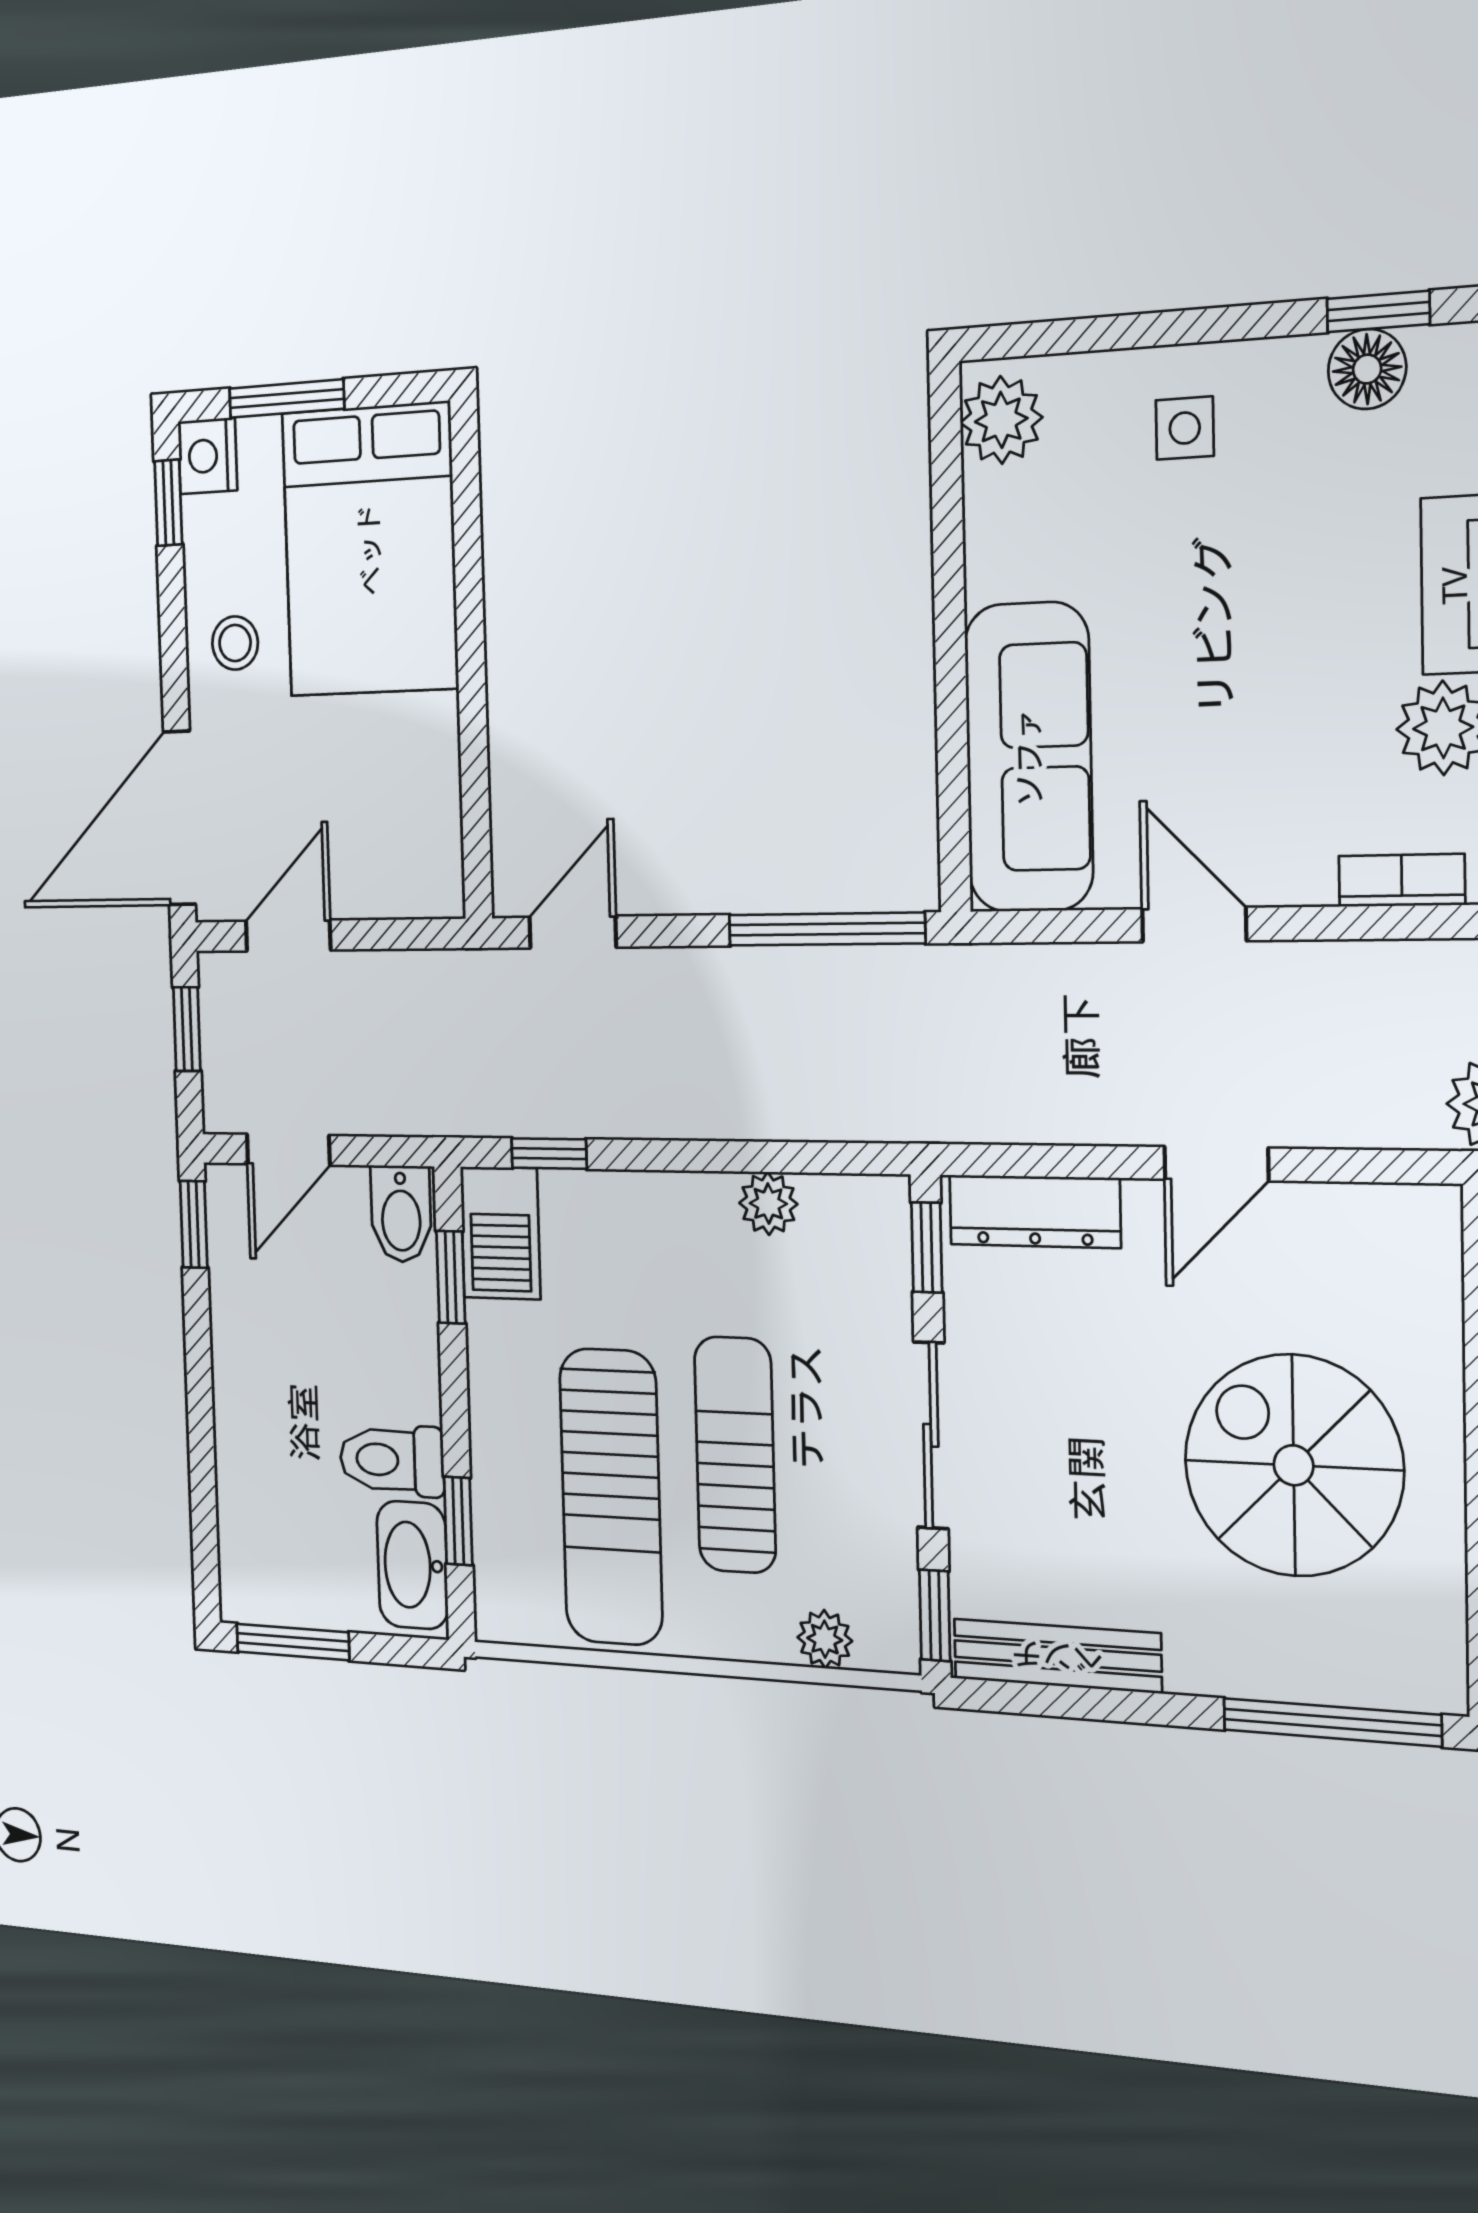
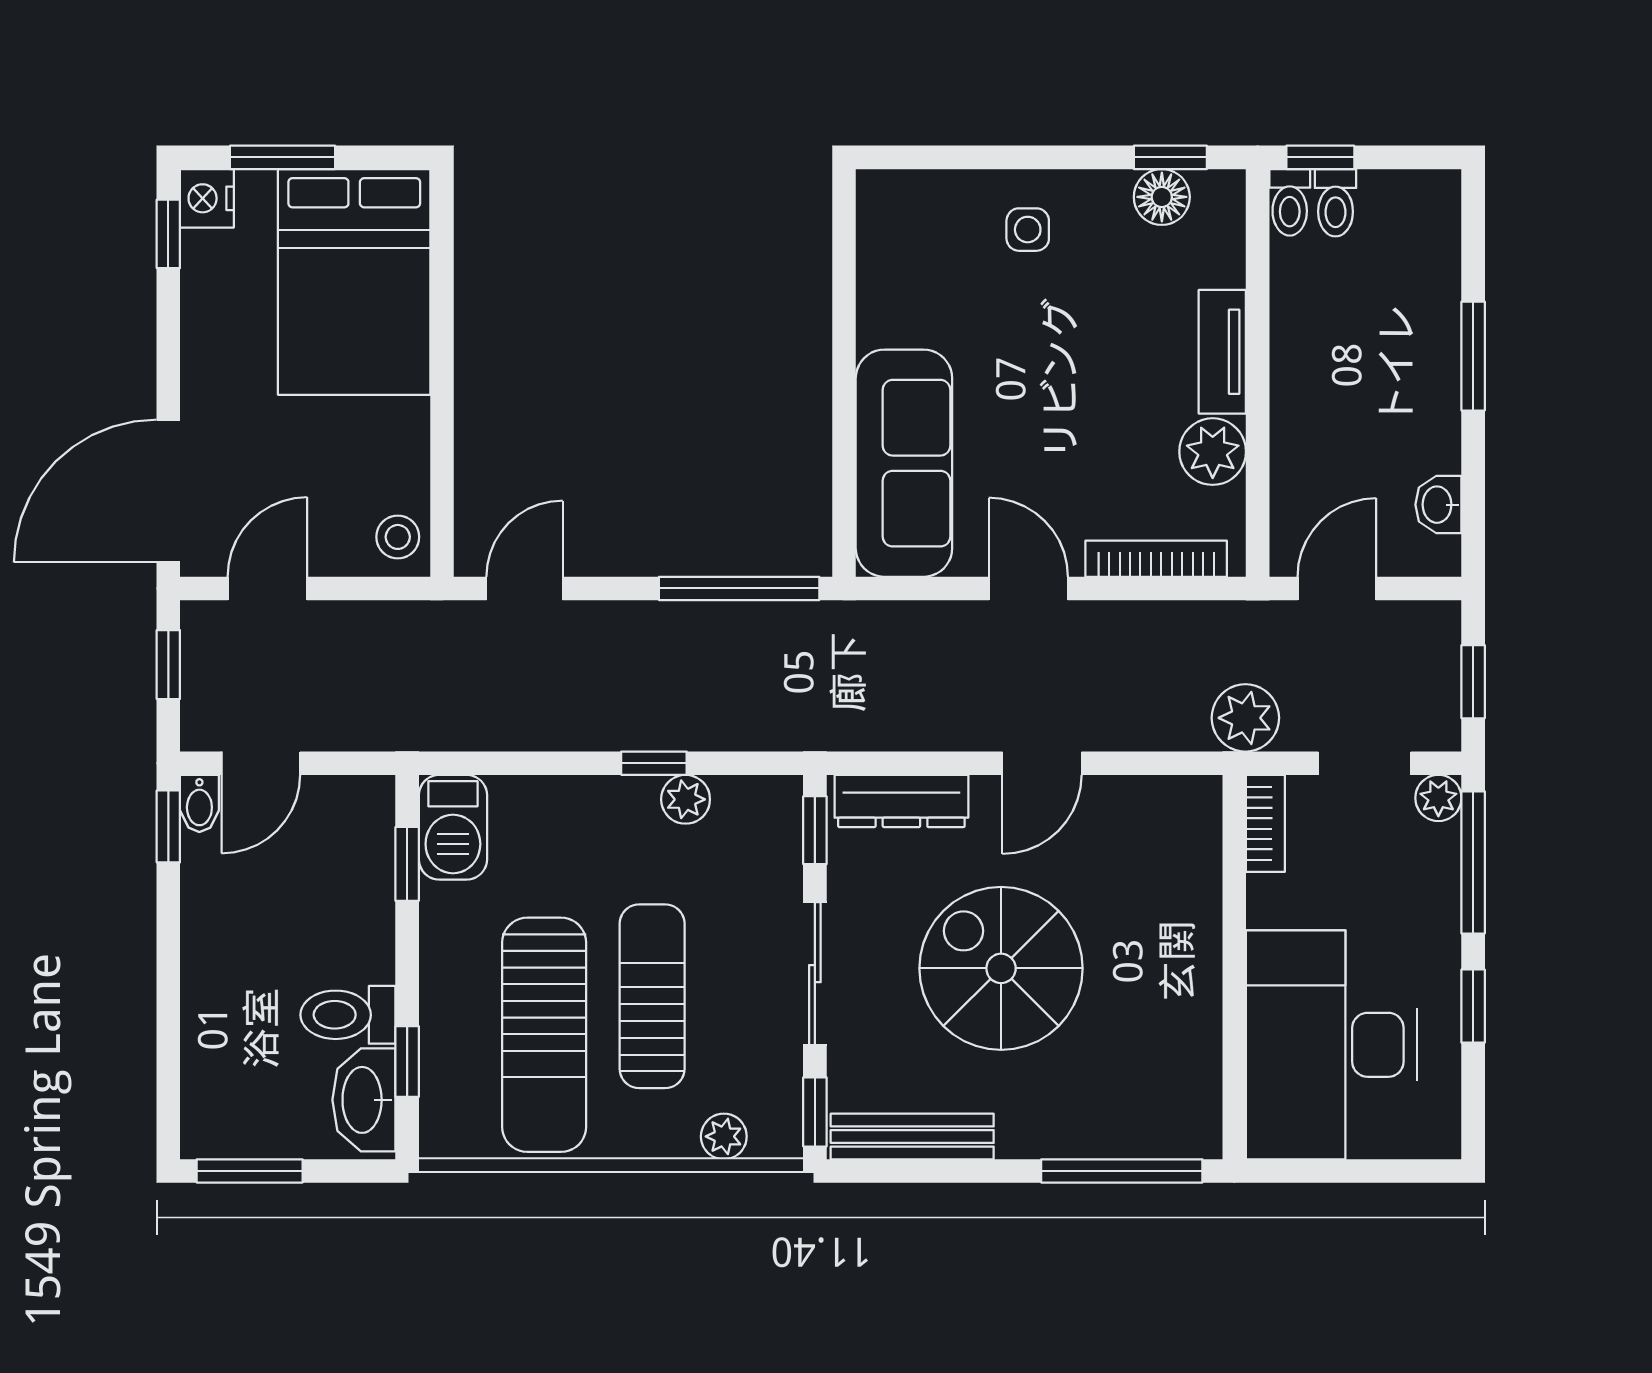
plant: (1001, 420) -> (888, 215), removed
stool: (235, 643) -> (398, 537), moved
bookcase: (1402, 880) -> (1156, 559), width x1.56
window: (549, 1154) -> (654, 763), moved
bidet: (401, 1214) -> (199, 803), moved, width x0.72, depth x0.74
spiral stairs: (1294, 1465) -> (1001, 968), moved

